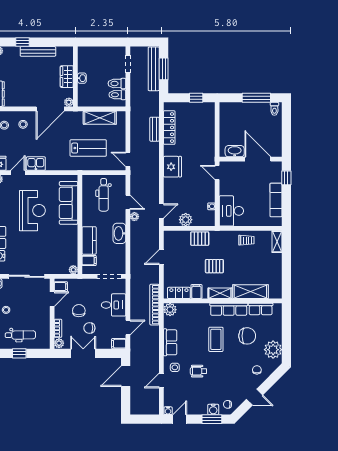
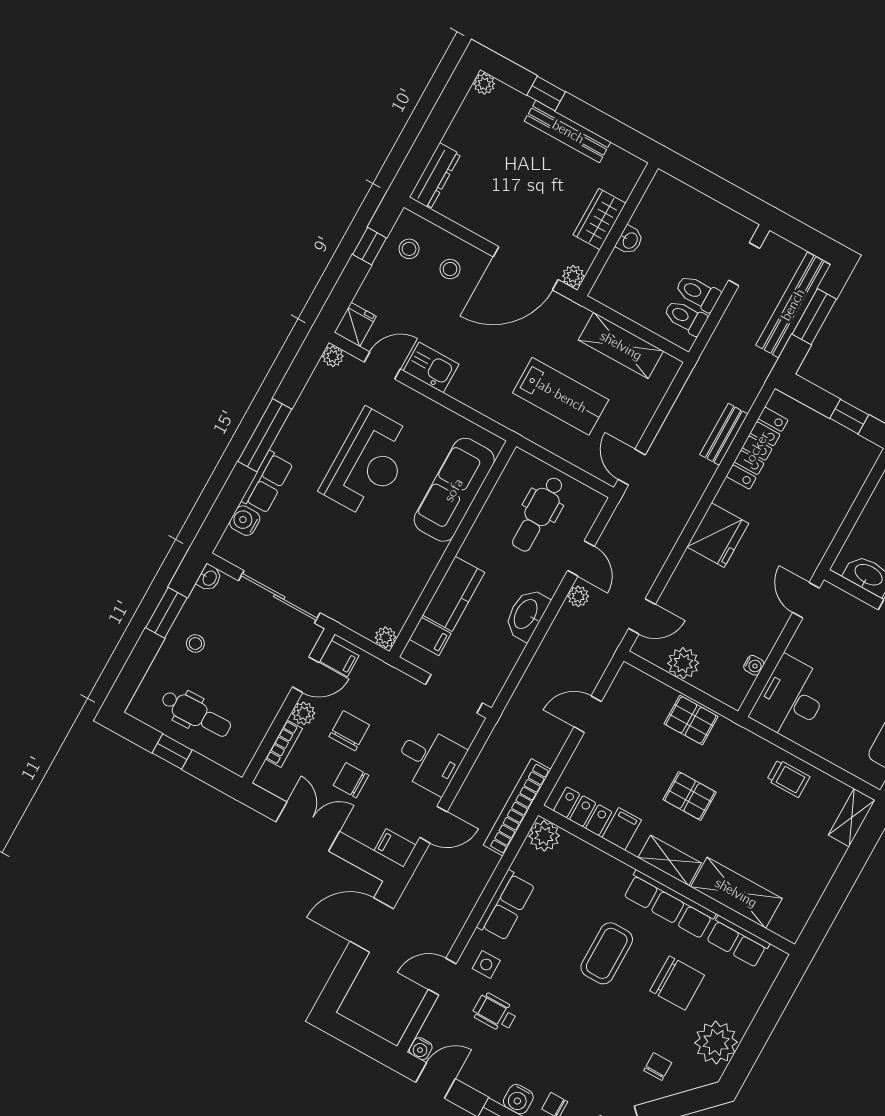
plant: (59, 343) -> (304, 713), moved
wheelchair: (198, 371) -> (495, 1013), moved

